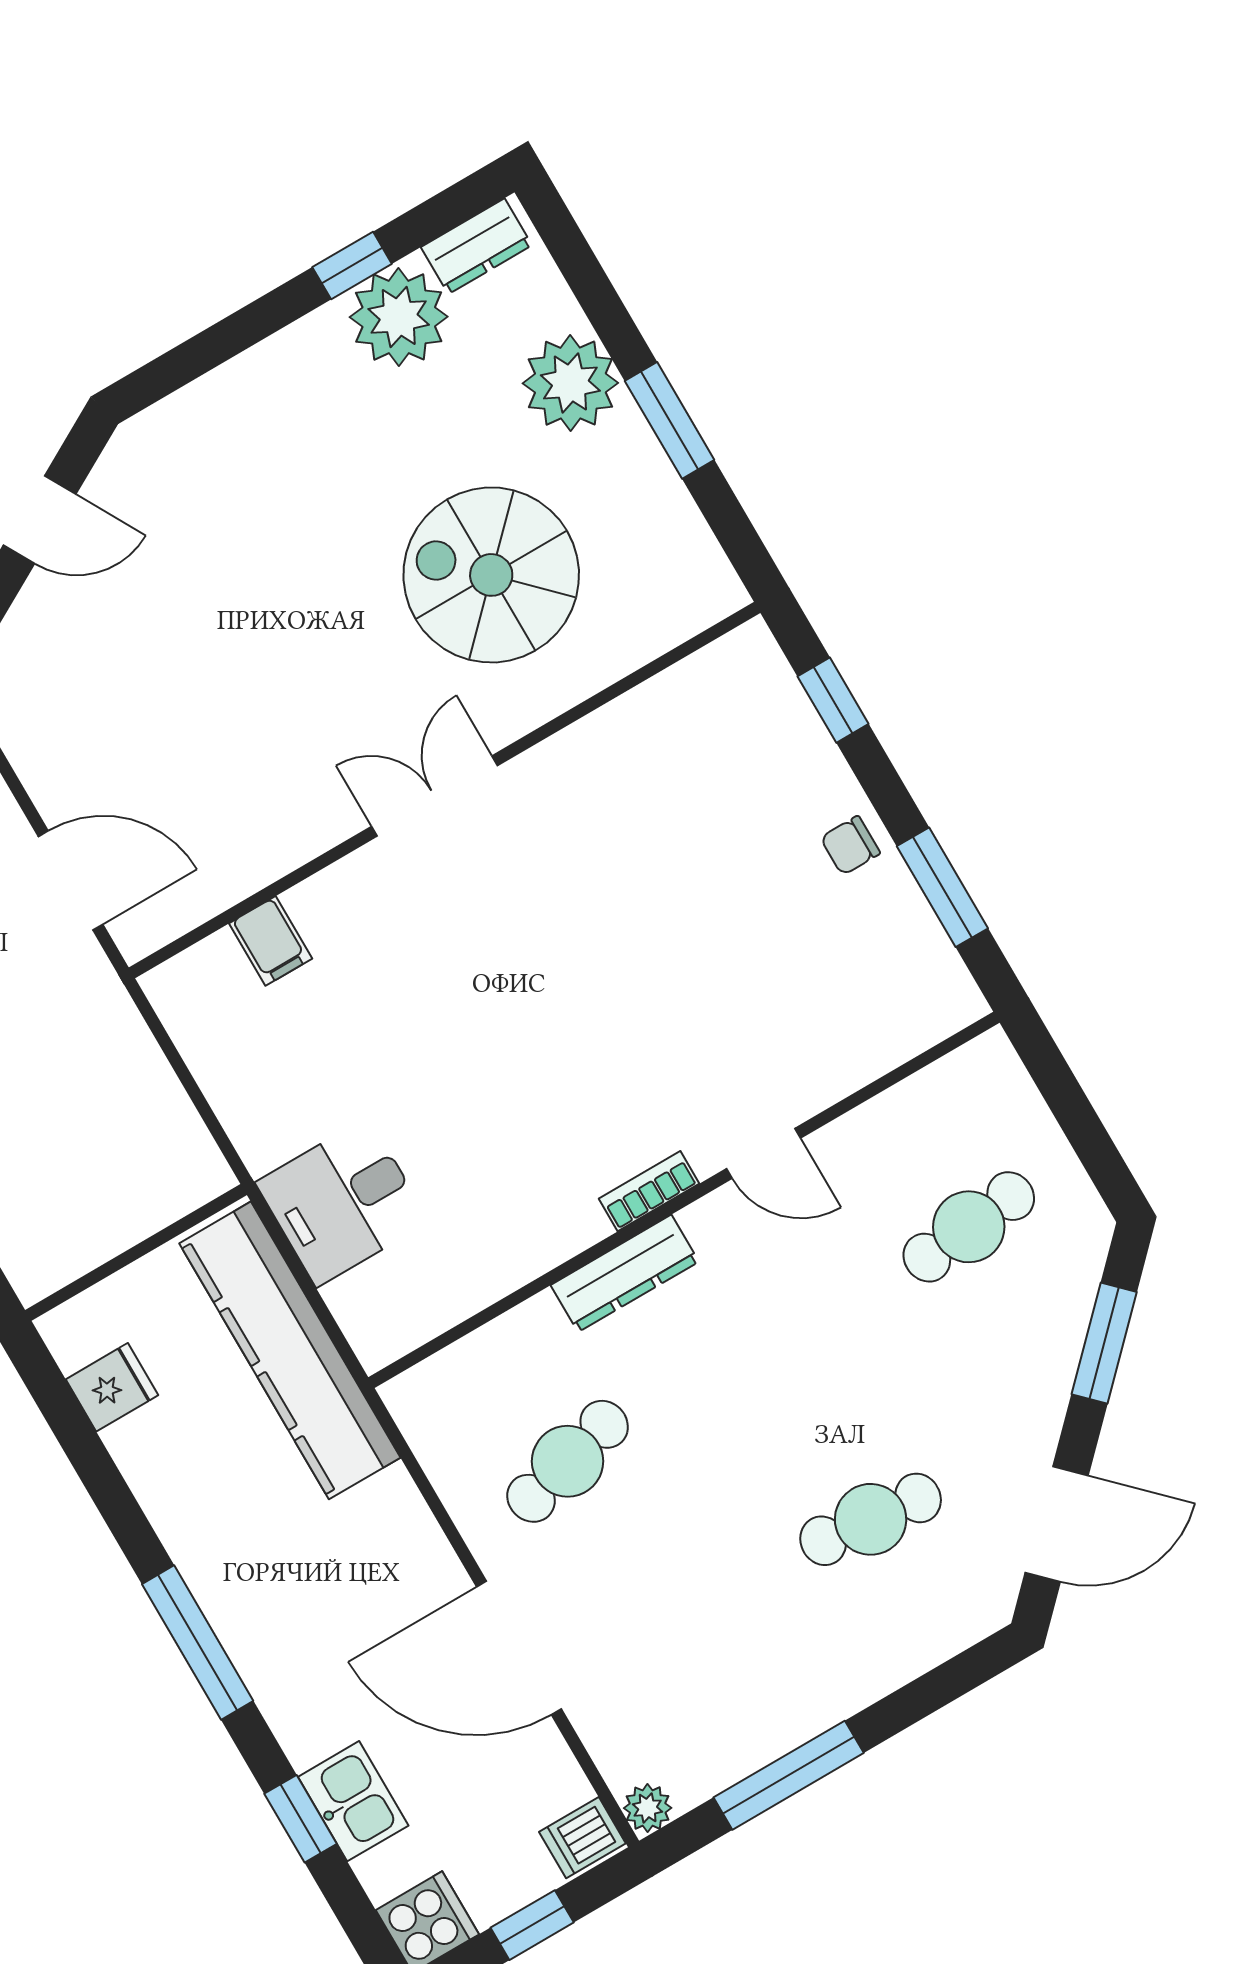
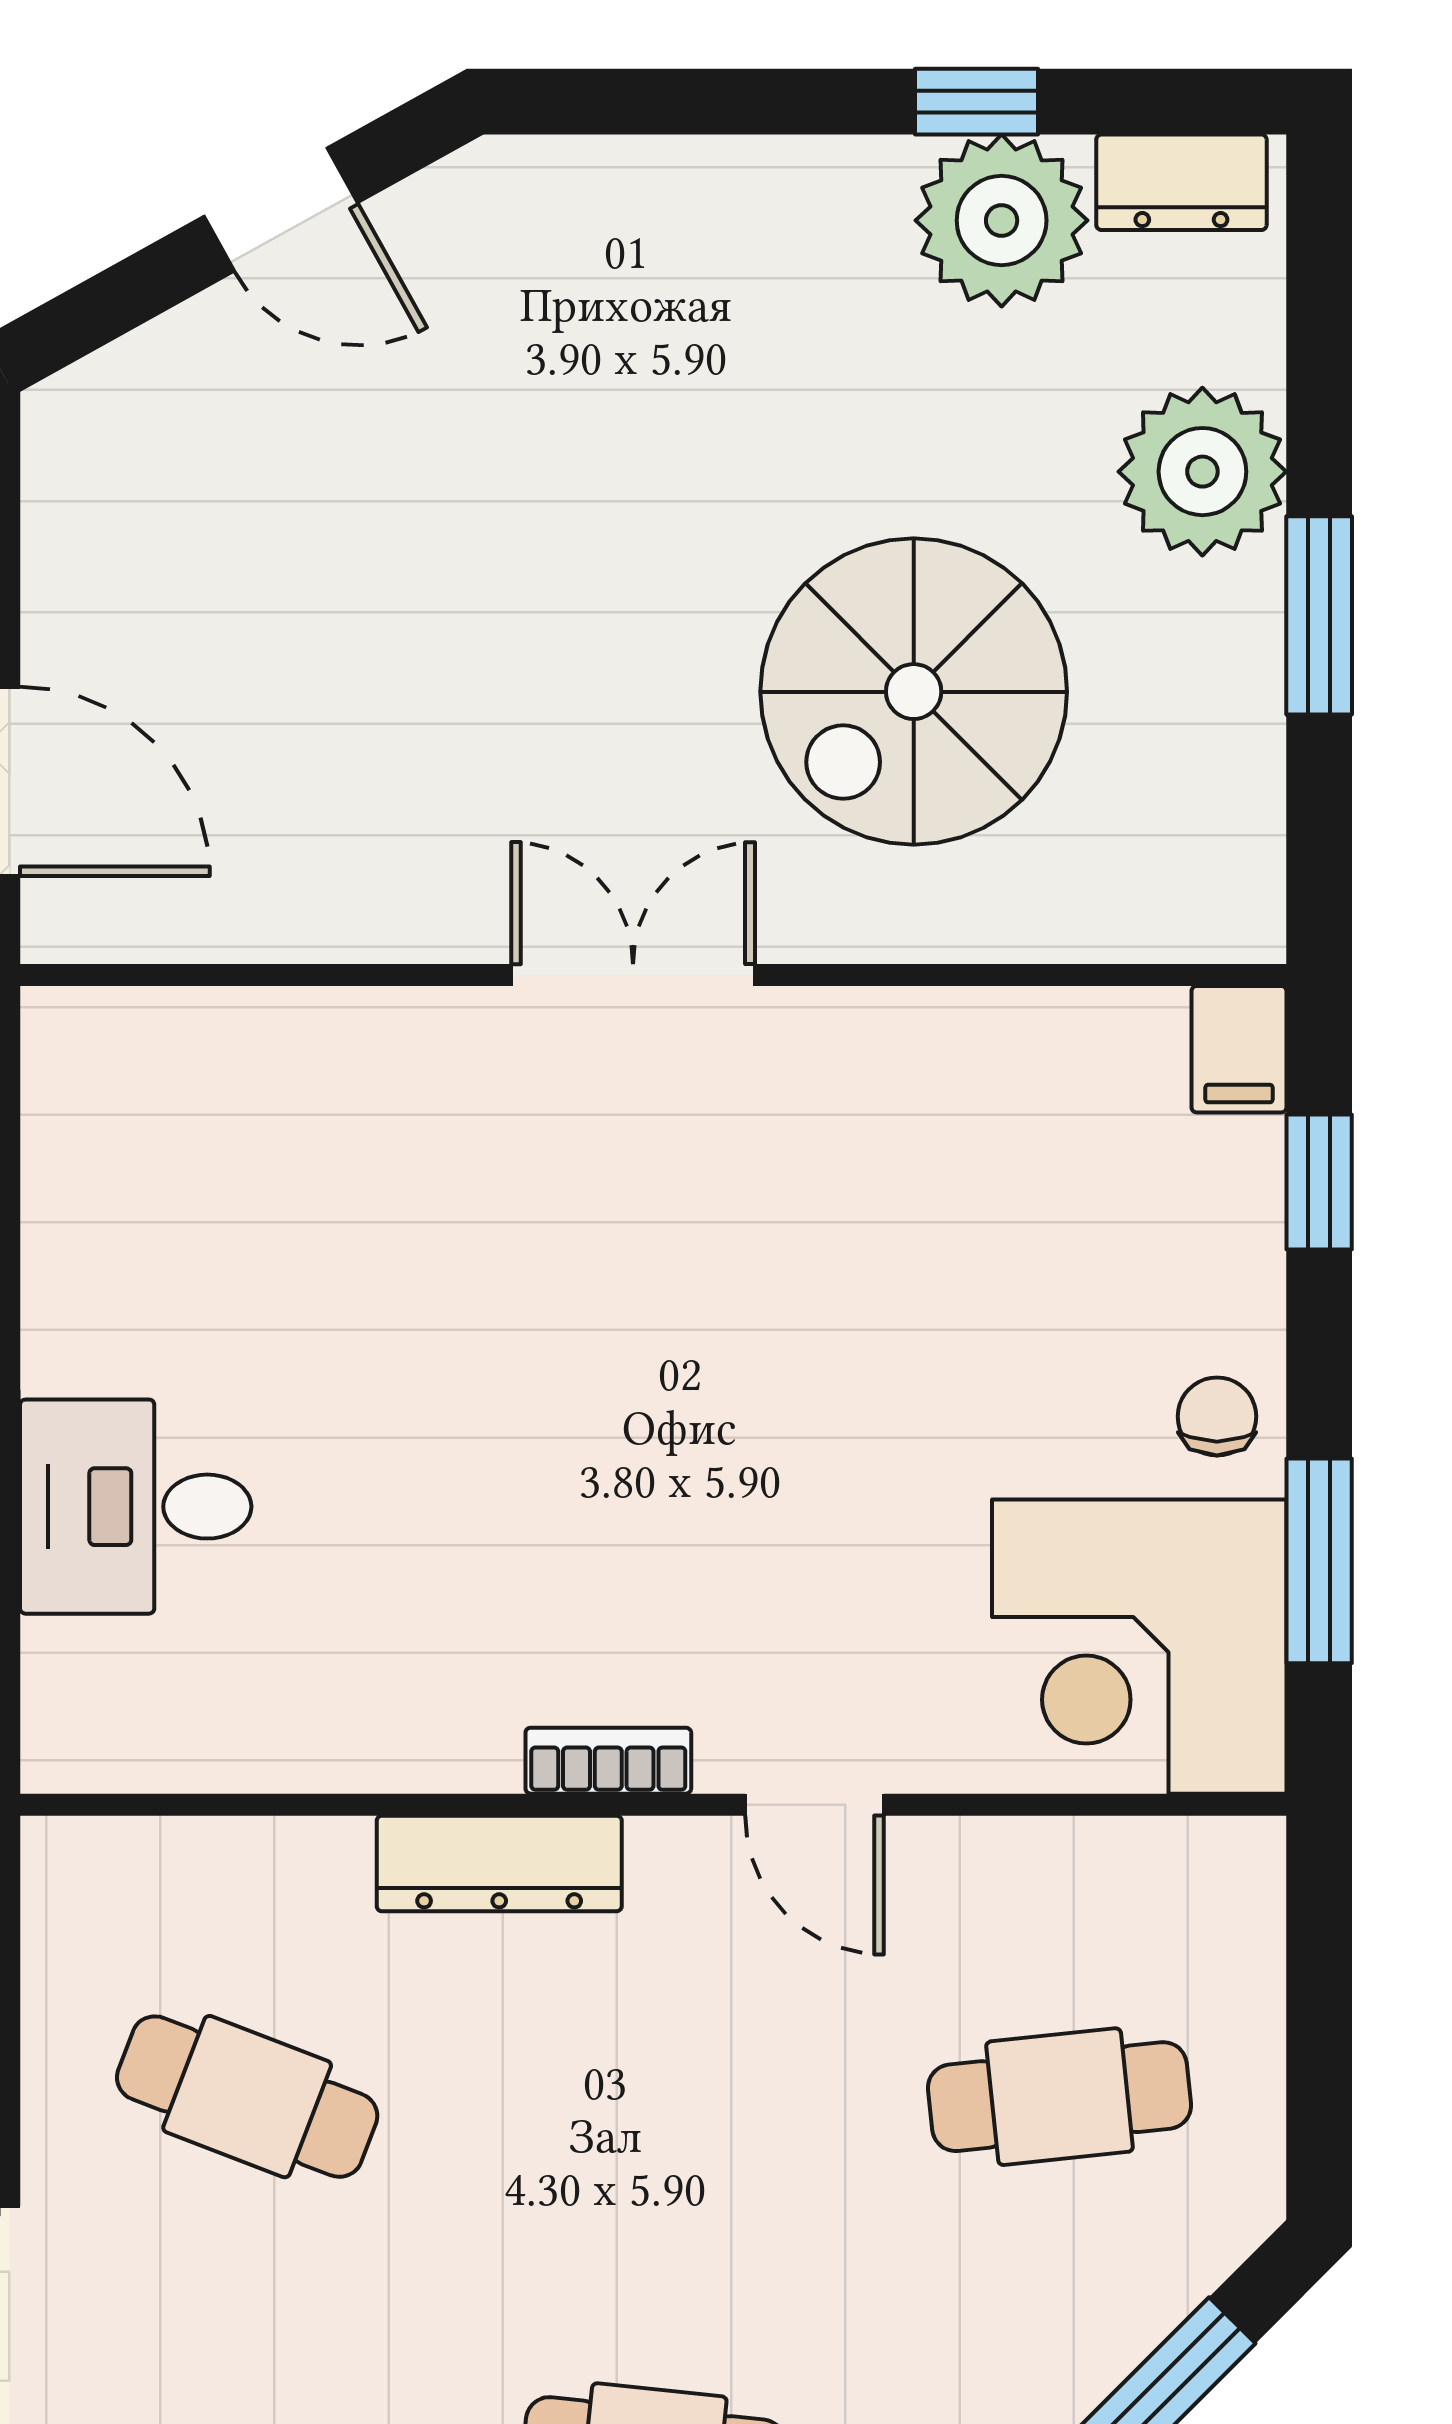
spiral stairs: (491, 575) -> (914, 692), turned -90
chair: (850, 845) -> (1217, 1416), turned 90
filing cabinet: (271, 941) -> (1239, 1049), moved
corner desk: (878, 982) -> (1139, 1647), added
cafe table: (568, 1461) -> (247, 2097), turned 36

